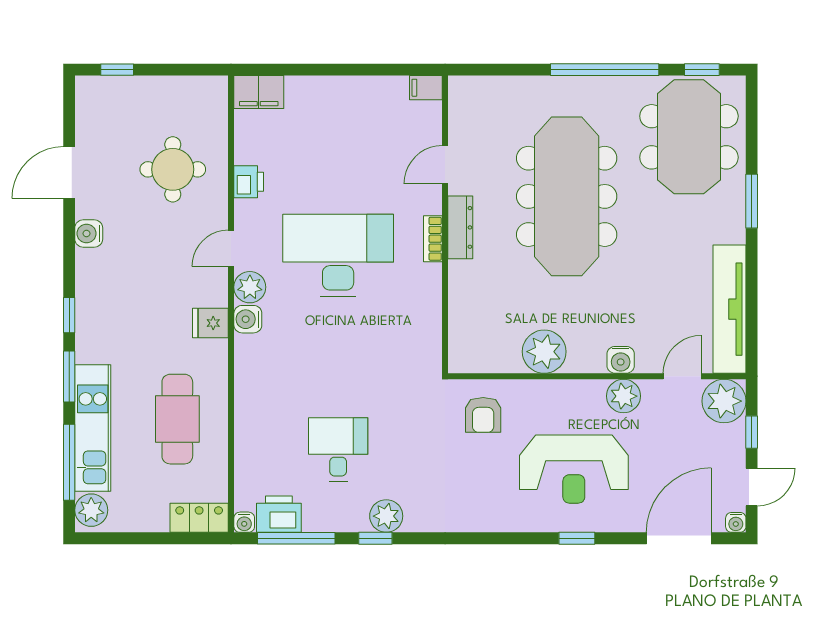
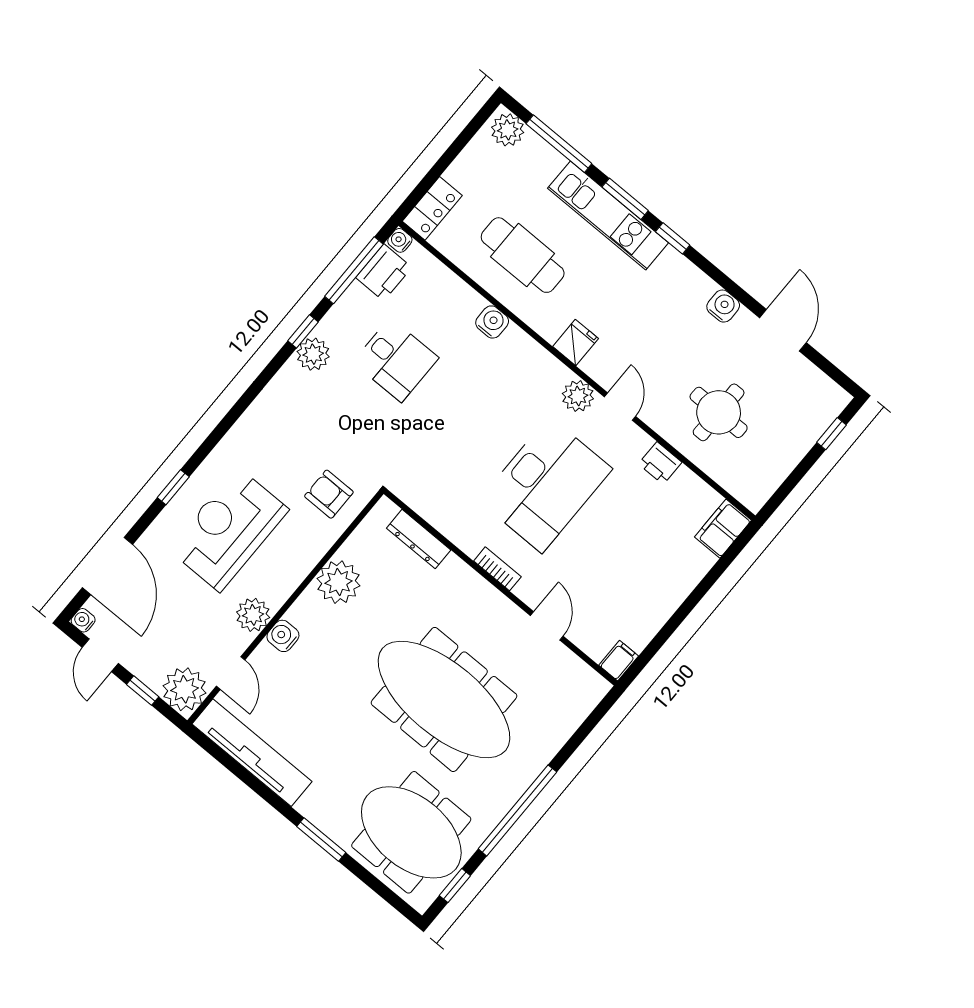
dresser: (460, 227) -> (419, 539), moved
water cooler: (248, 319) -> (492, 322), moved
kitchen unit: (93, 428) -> (608, 215), moved

